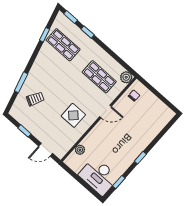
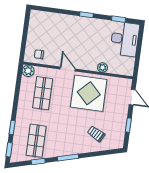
window: (21, 82) -> (68, 158), moved
display table: (73, 115) -> (89, 93), width x1.86, depth x1.86
plant: (80, 150) -> (102, 67), moved

